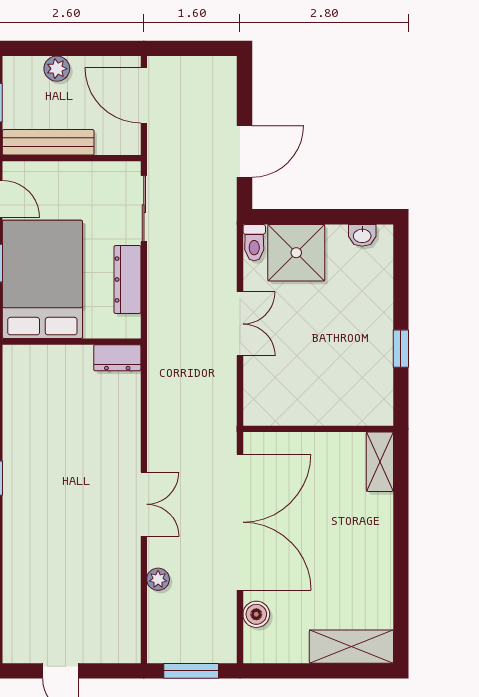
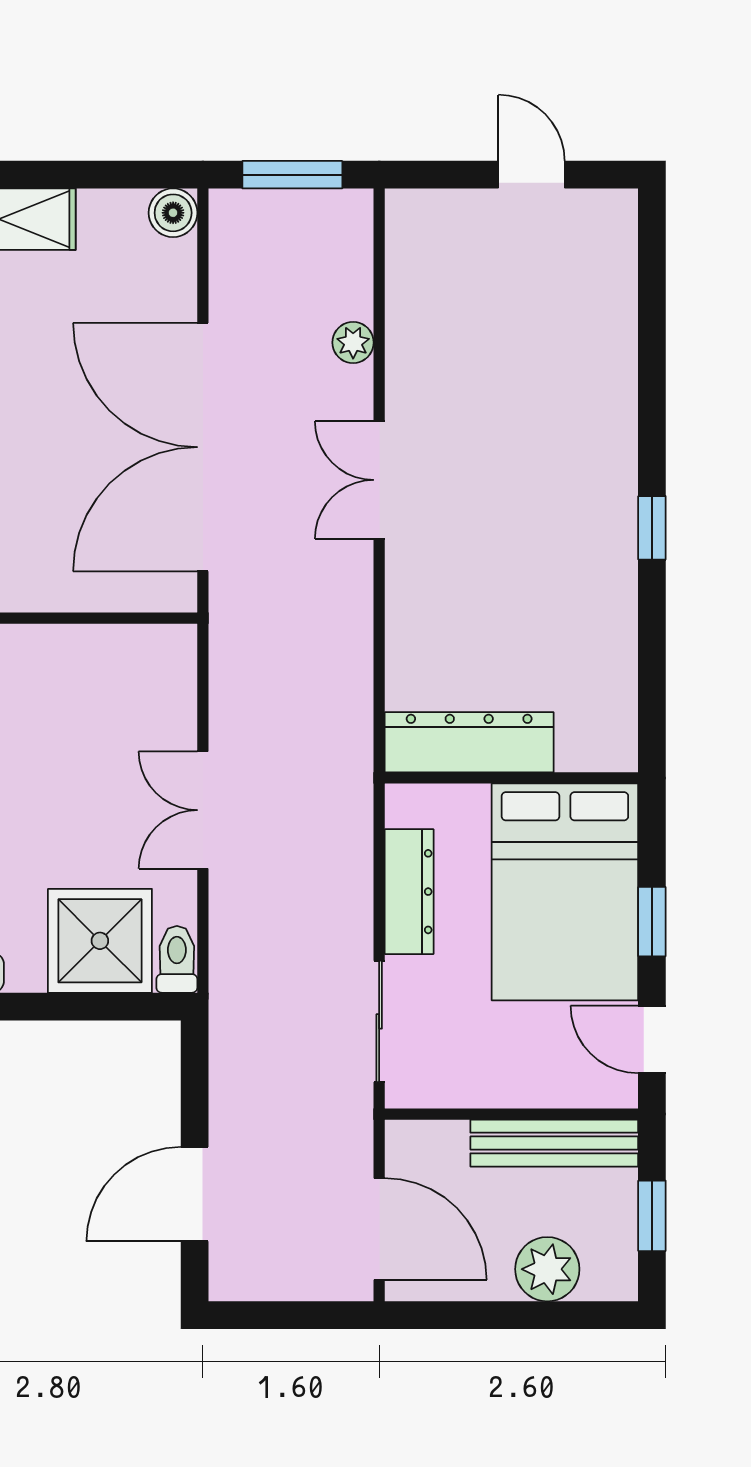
plant: (57, 69) -> (547, 1269), width x1.38, depth x1.38
door: (245, 151) -> (195, 1194), moved
dresser: (117, 358) -> (469, 742), width x1.96, depth x1.24
boiler: (256, 614) -> (173, 213), moved

